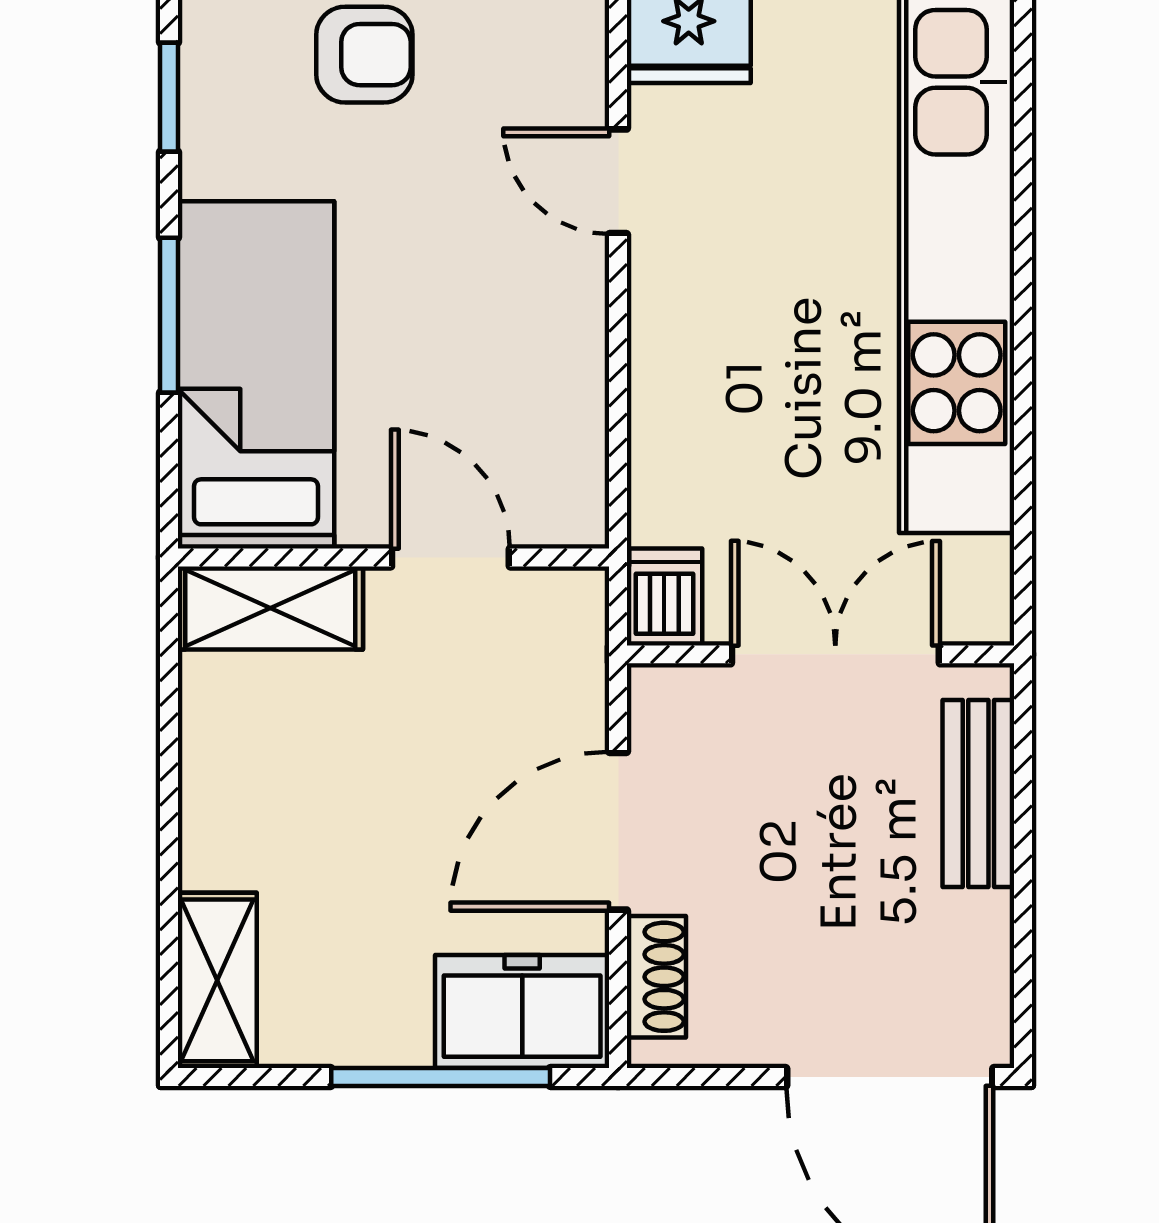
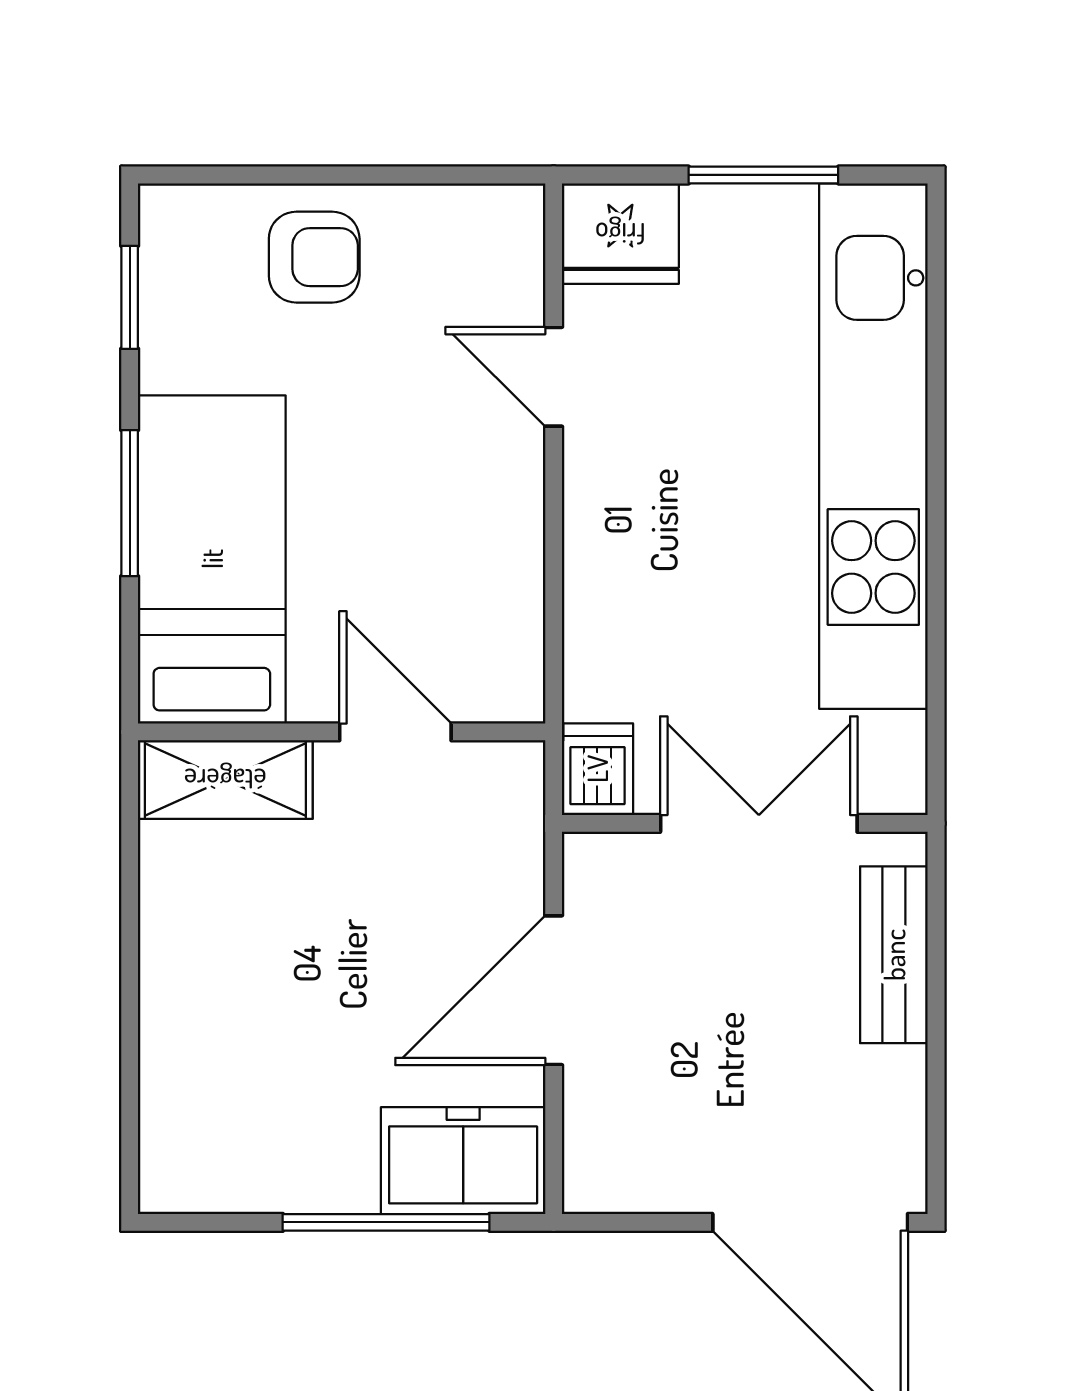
shoe rack: (656, 977) -> (590, 1128), removed
shelving: (217, 980) -> (175, 1131), removed

